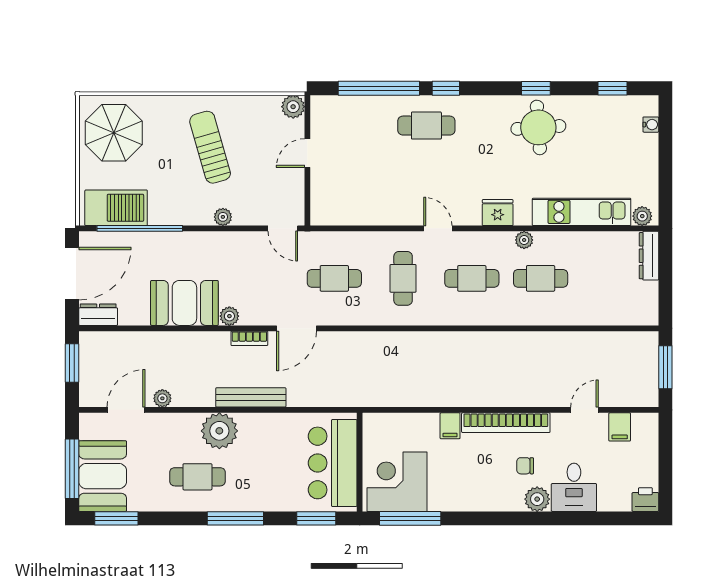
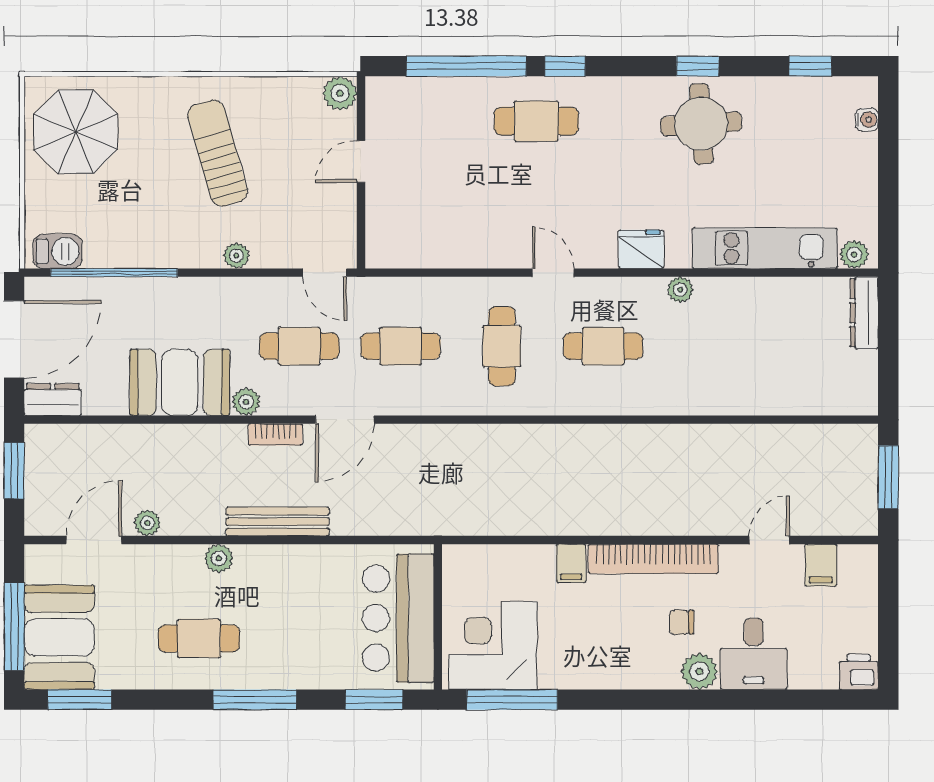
barbecue: (116, 208) -> (58, 251), width x0.53, depth x0.65
cafe table: (541, 278) -> (299, 346), moved
plant: (219, 431) -> (219, 558), width x0.53, depth x0.53

